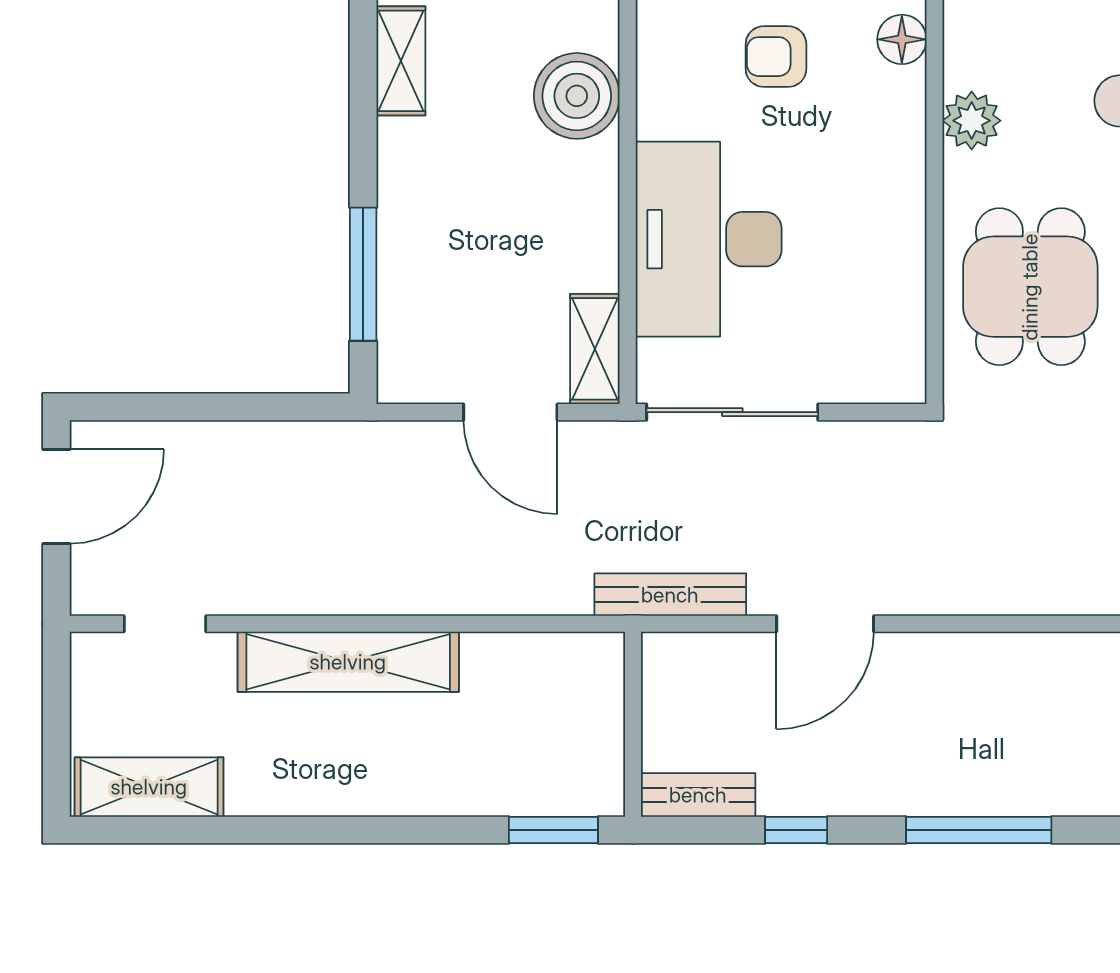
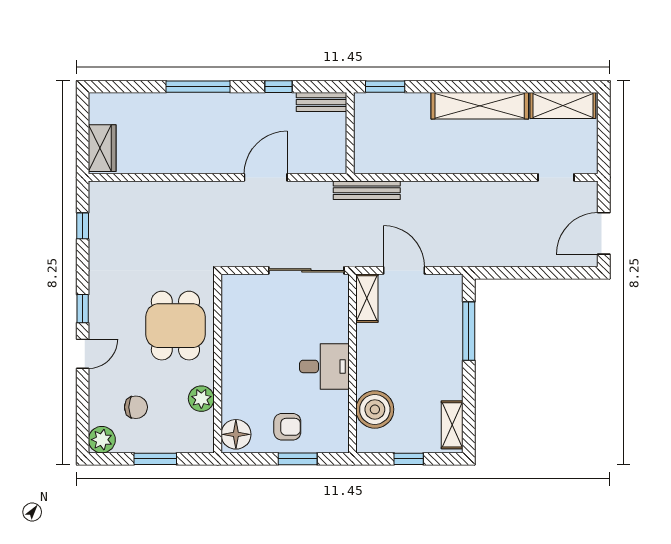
floor lamp: (902, 39) -> (236, 434), width x1.38, depth x1.38
desk: (709, 239) -> (324, 366), width x0.53, depth x0.77
bench: (670, 595) -> (367, 190), moved
shelving: (348, 662) -> (480, 106), moved

